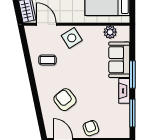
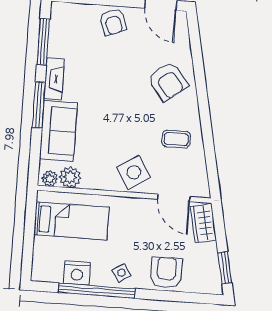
plant: (122, 30) -> (50, 179), added
armchair: (65, 100) -> (168, 81), moved

